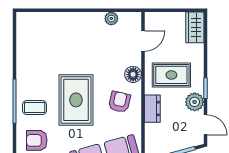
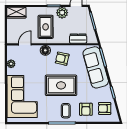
corner sofa: (58, 36) -> (22, 96), added
door: (143, 41) -> (25, 44), hinge flipped
dresser: (152, 109) -> (78, 39), moved

